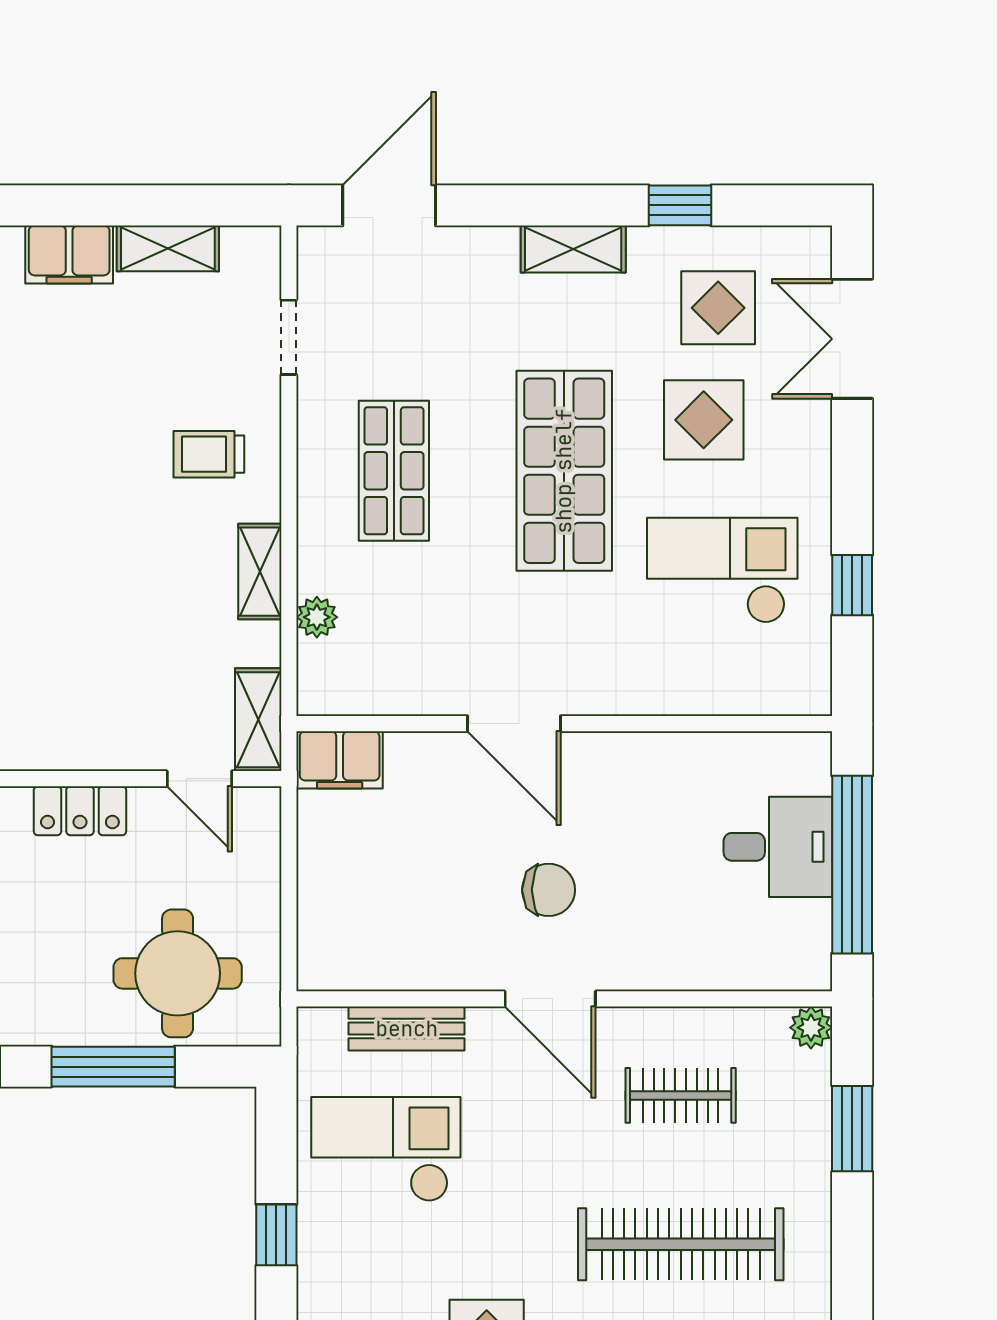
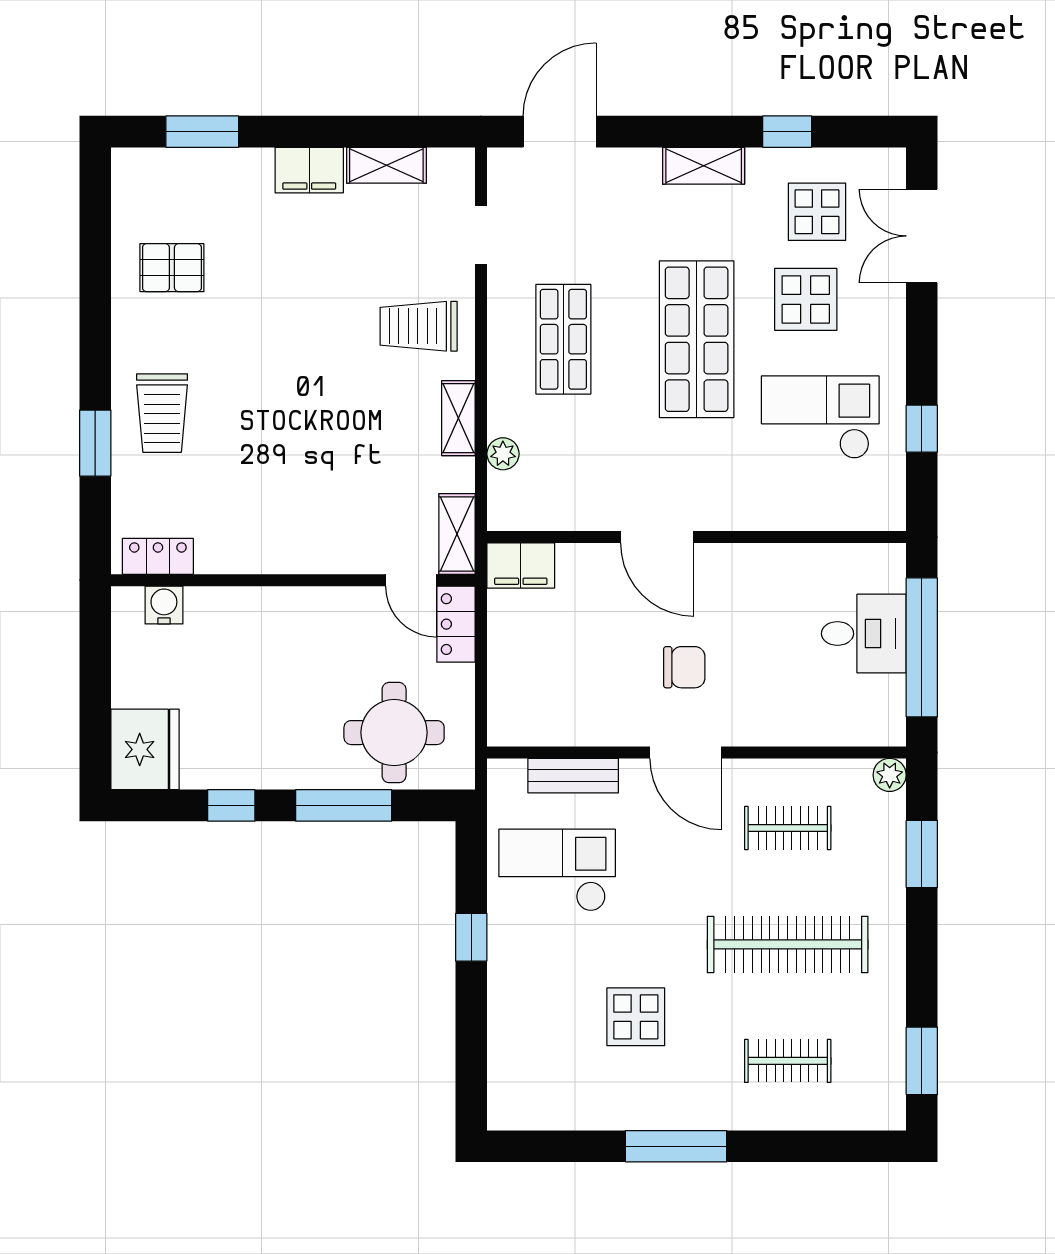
trolley: (209, 454) -> (419, 326), width x1.36, depth x1.39
locker: (80, 811) -> (456, 624), moved, turned 90

